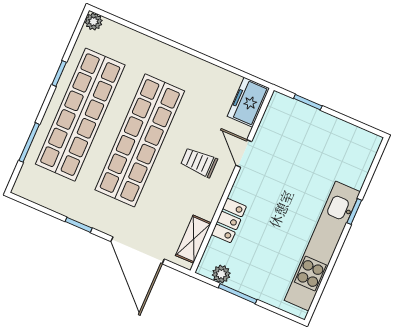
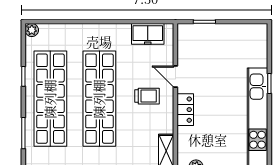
freezer: (248, 102) -> (148, 34), moved, turned -90
trolley: (199, 162) -> (147, 96), turned 180
locker: (229, 220) -> (185, 110), moved

